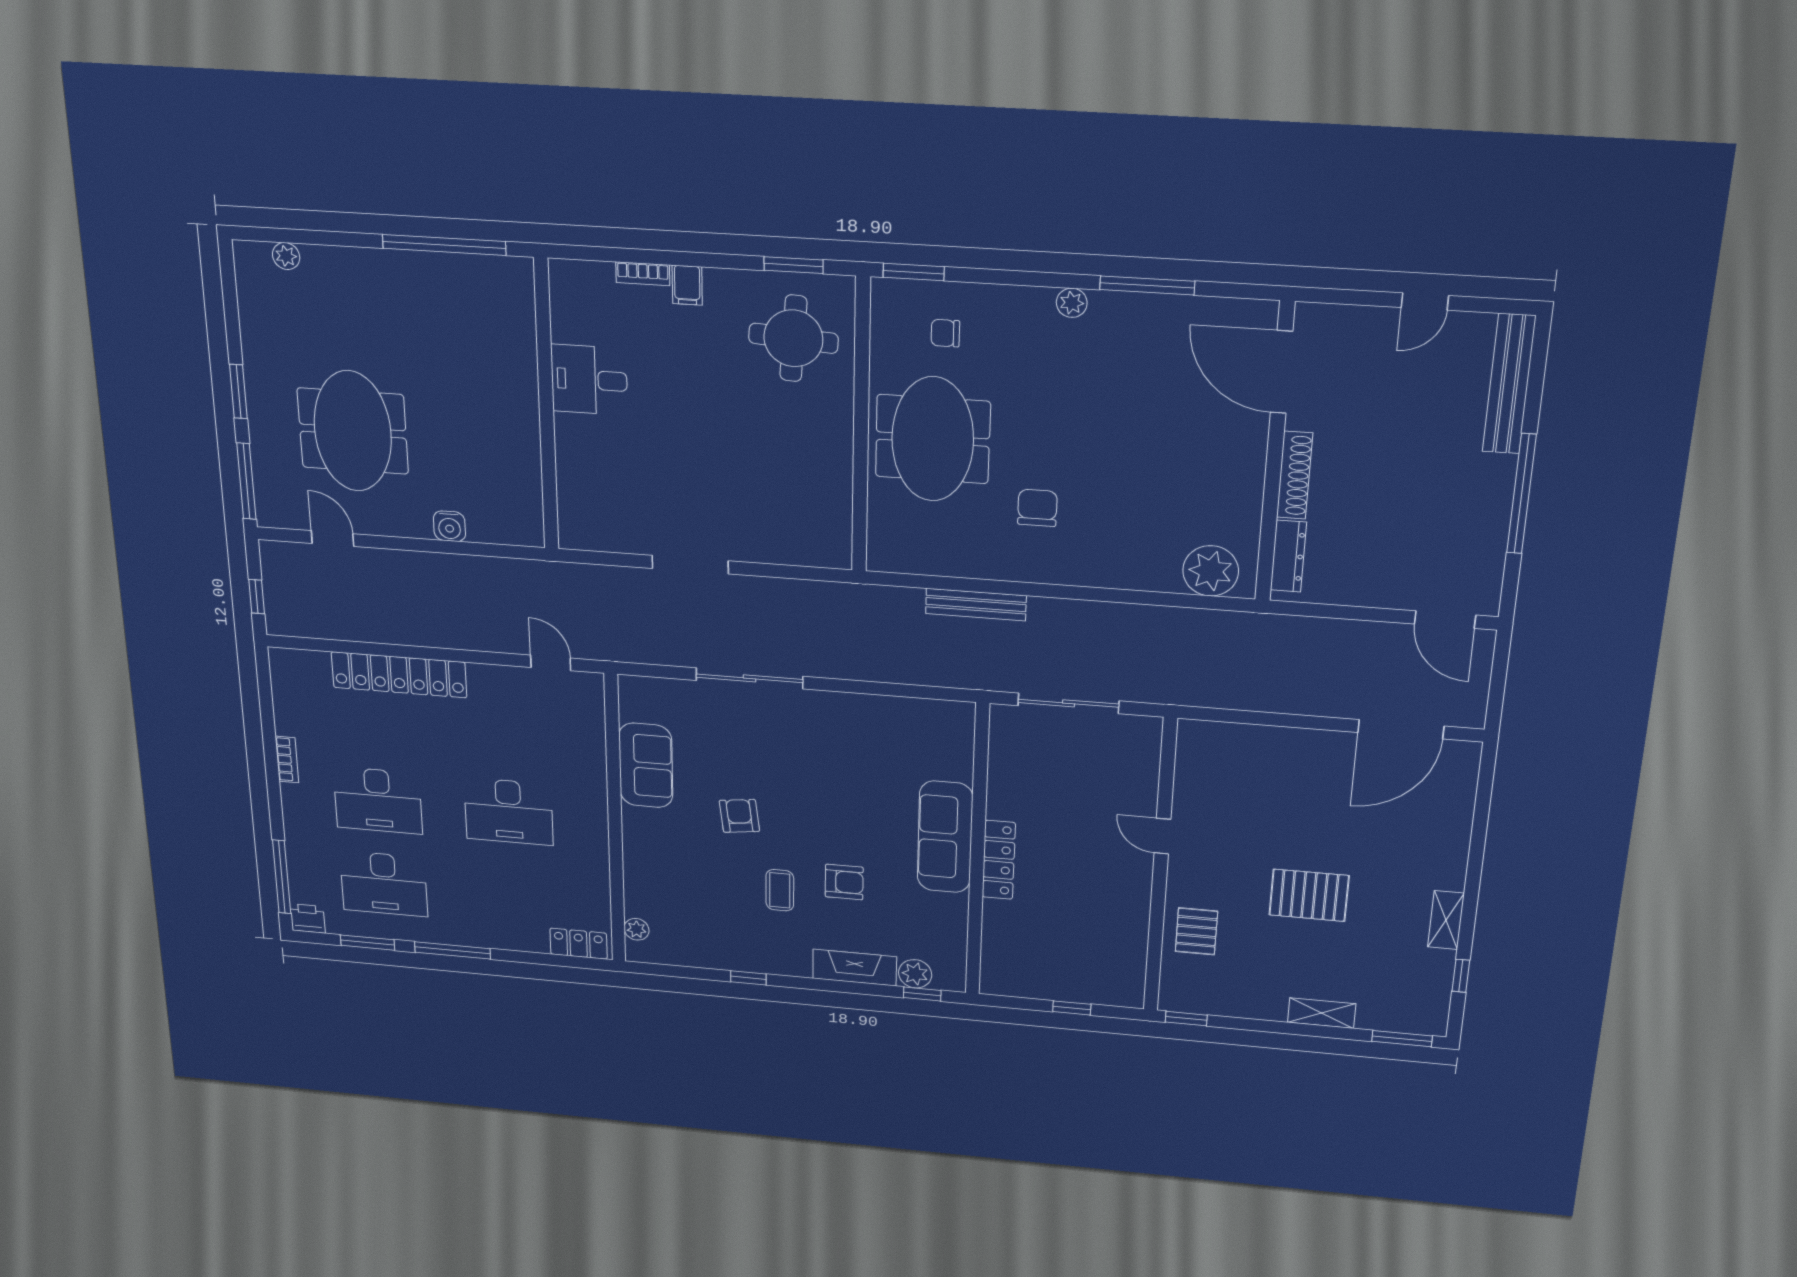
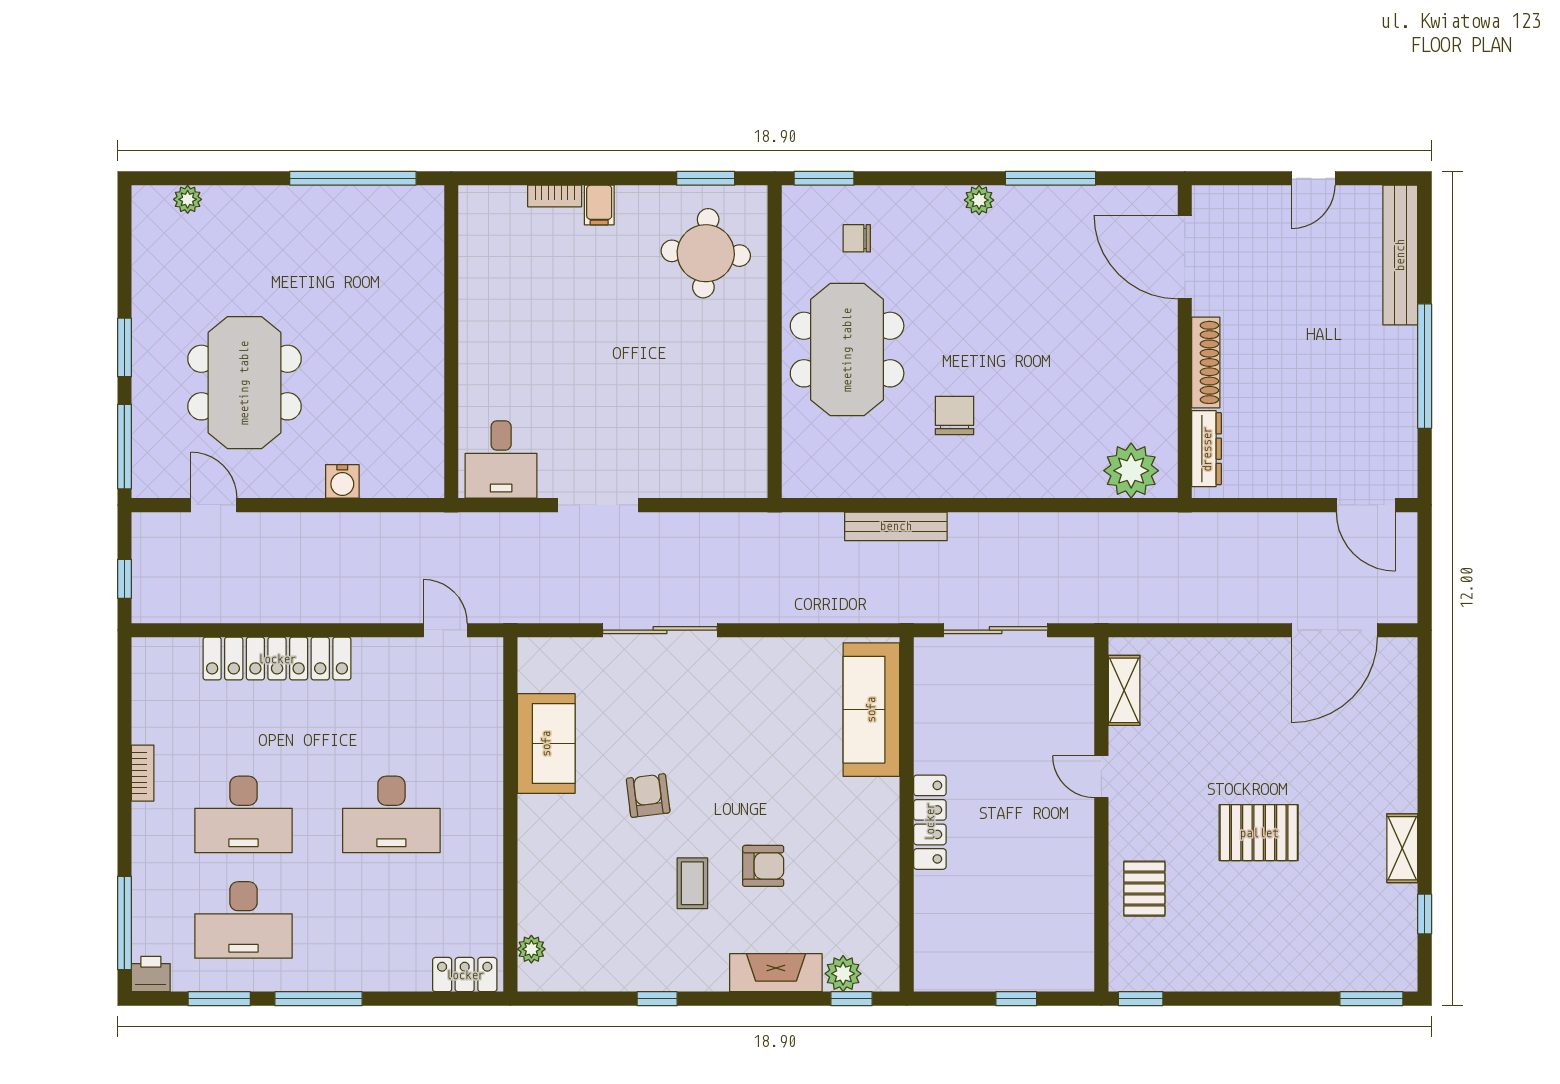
desk: (589, 380) -> (501, 459), moved, turned -90
sofa: (945, 837) -> (871, 710), moved
shelving: (1322, 1013) -> (1124, 690), moved, turned 90

